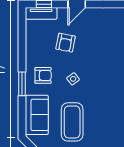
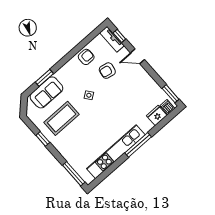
armchair: (43, 75) -> (86, 57), moved, turned -90
window: (22, 84) -> (44, 78), moved

